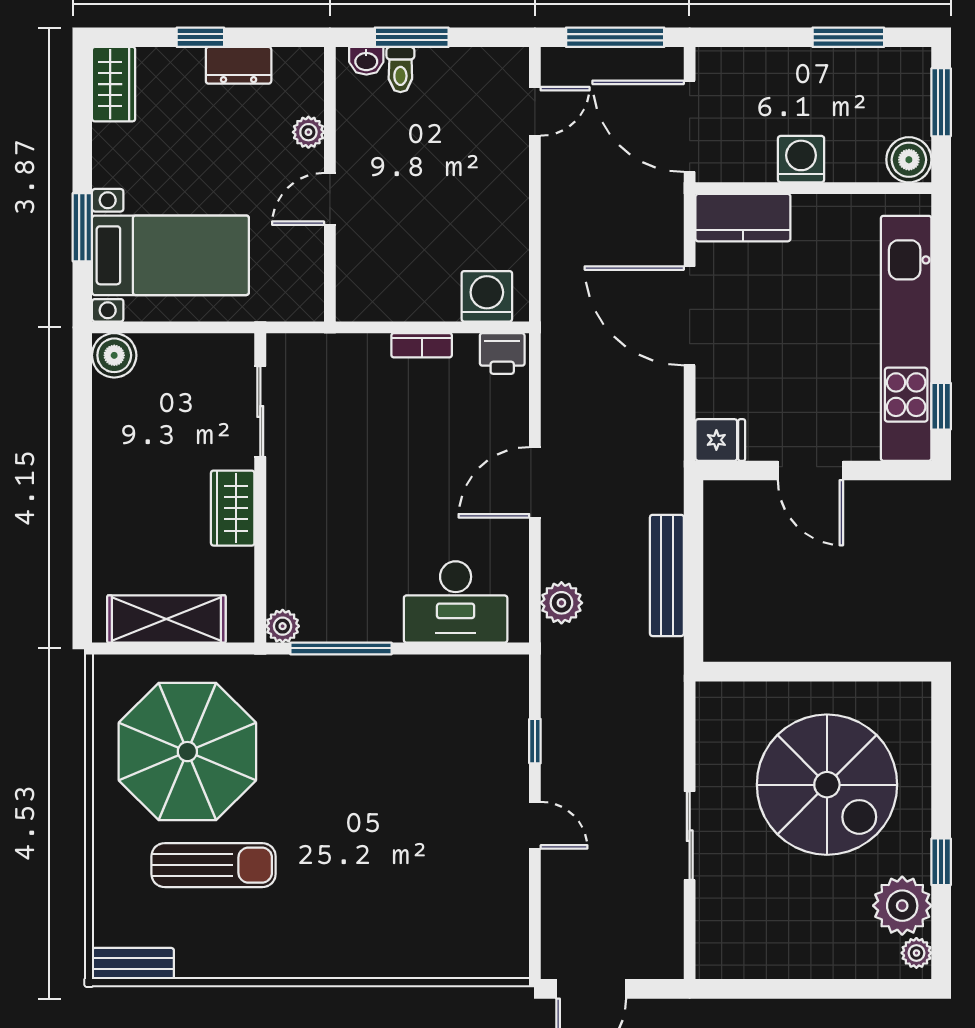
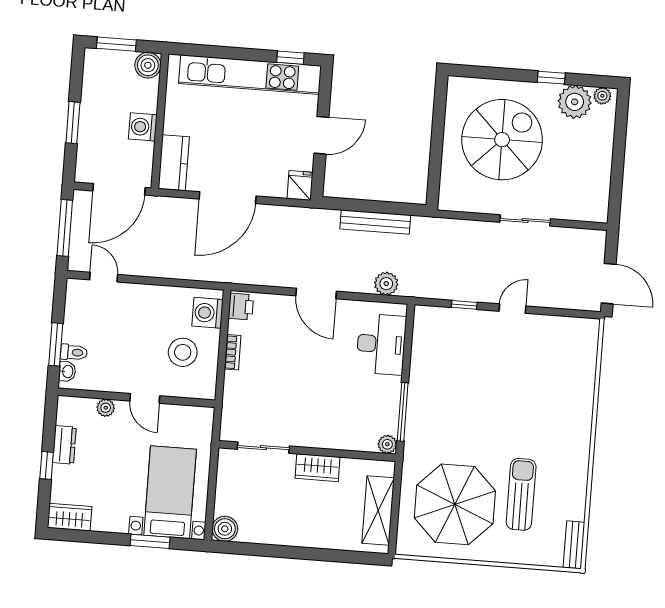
window: (848, 37) -> (73, 123), moved
stool: (415, 259) -> (183, 352), added

